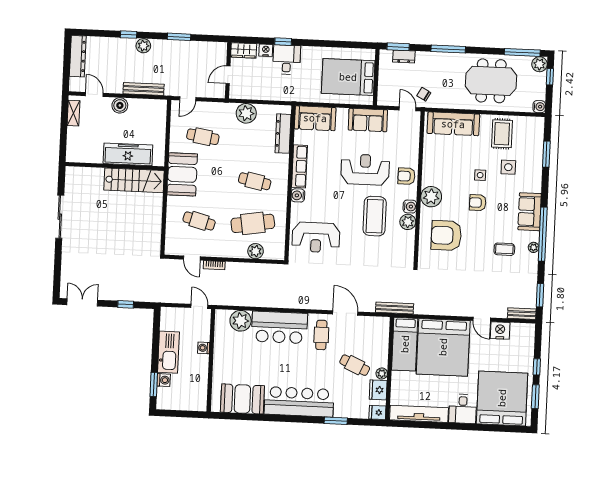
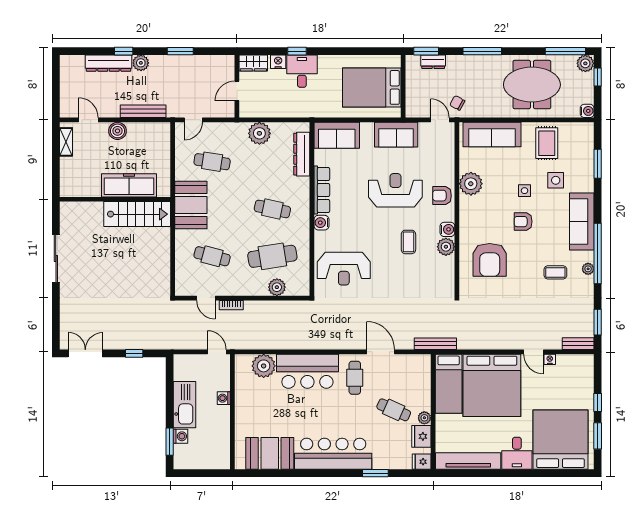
dresser: (78, 56) -> (108, 63), moved, turned 90
plant: (431, 197) -> (471, 184), moved
sofa: (530, 212) -> (582, 222), width x1.36
coffee table: (375, 216) -> (408, 242), width x0.54, depth x0.58
armchair: (446, 235) -> (490, 260), turned -90
nightstand: (500, 330) -> (550, 359), width x0.53, depth x0.56

